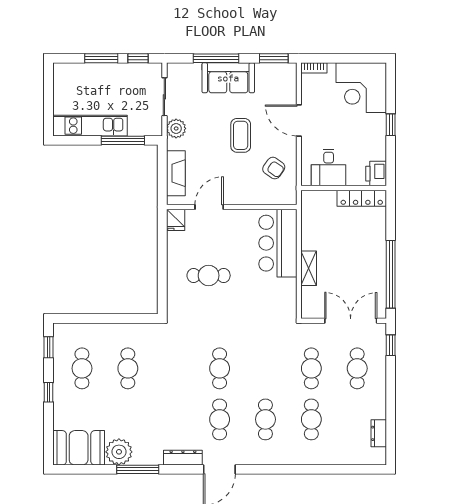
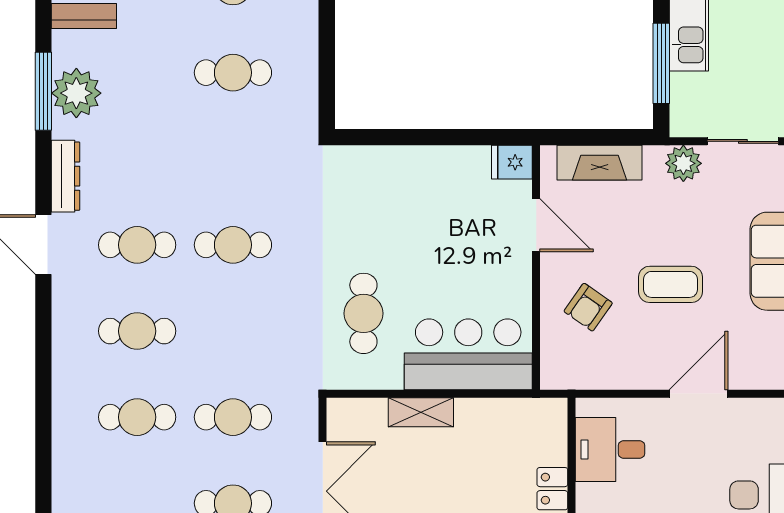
armchair: (274, 168) -> (588, 307), moved
cafe table: (209, 275) -> (363, 313), moved
plant: (119, 452) -> (76, 93), moved

